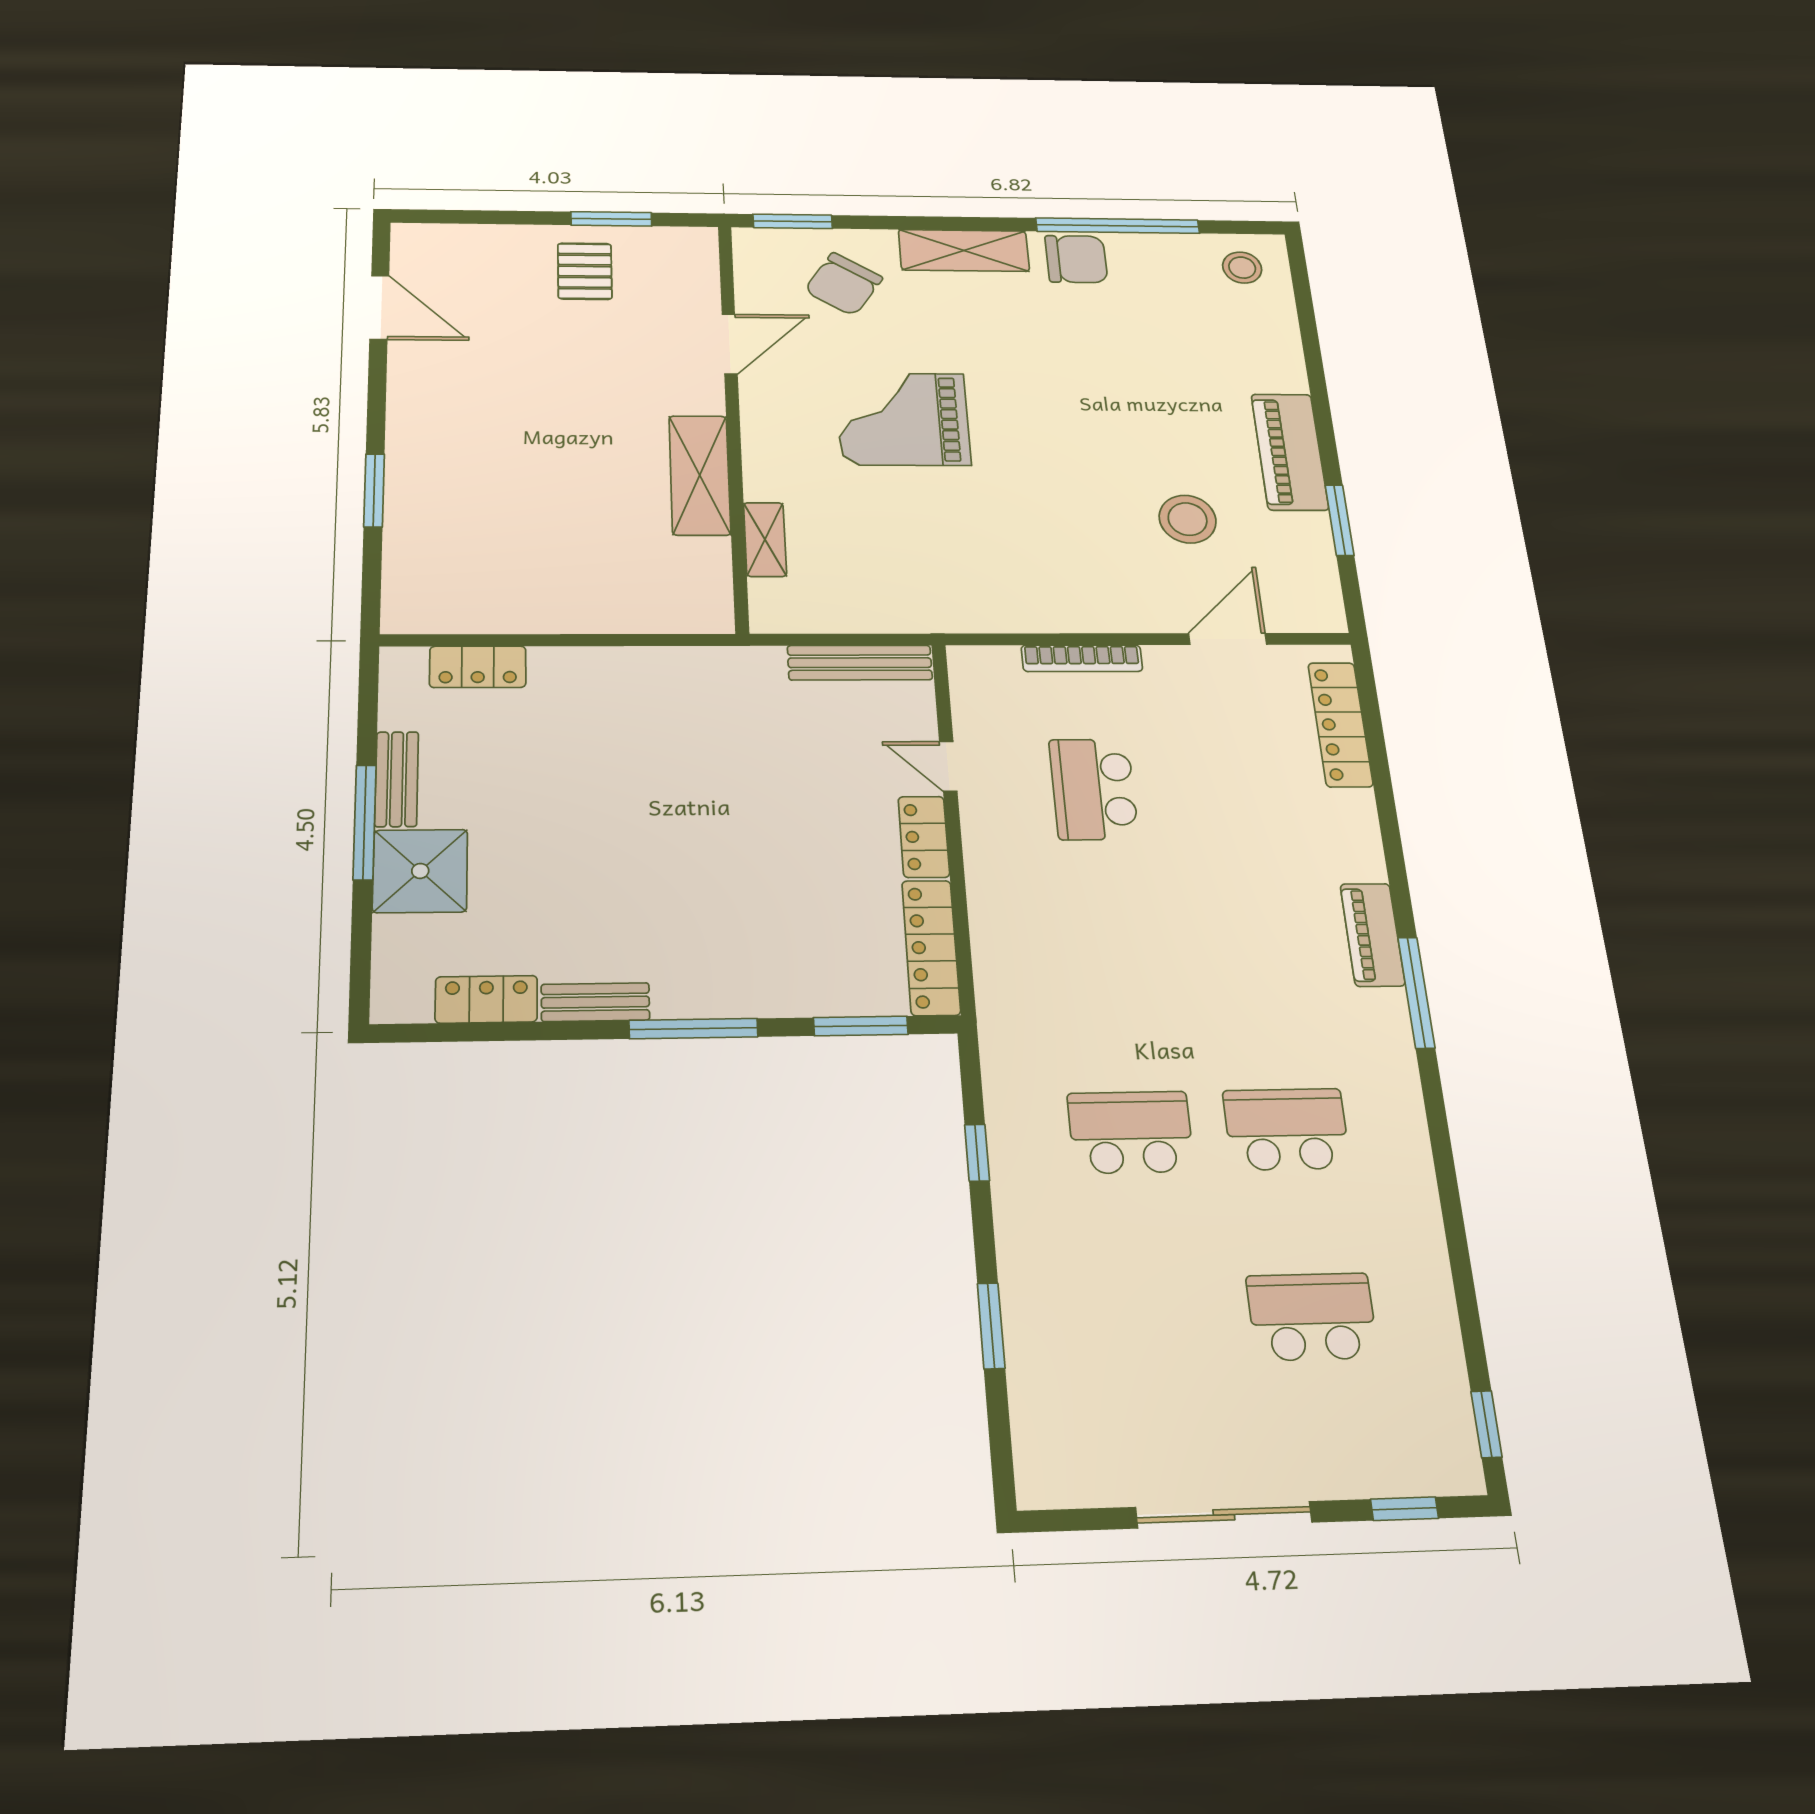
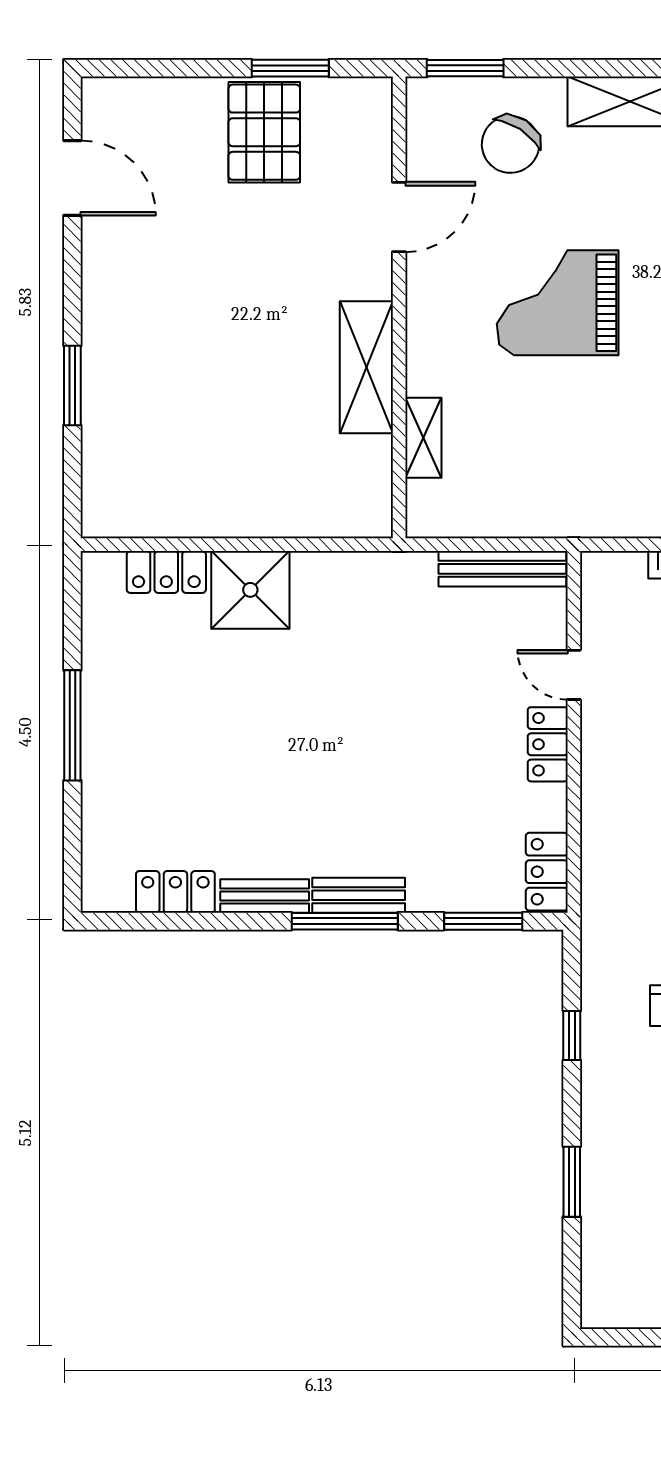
pallet: (585, 271) -> (264, 132), width x1.50, depth x1.42
bench: (397, 779) -> (359, 895), moved, turned 90
shower: (420, 871) -> (250, 590), moved
locker: (931, 948) -> (547, 872), width x0.66

